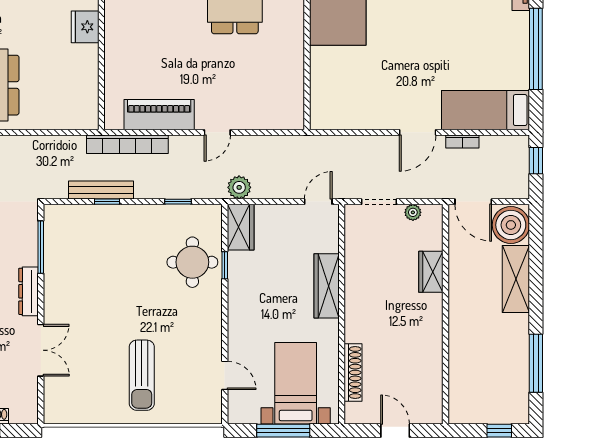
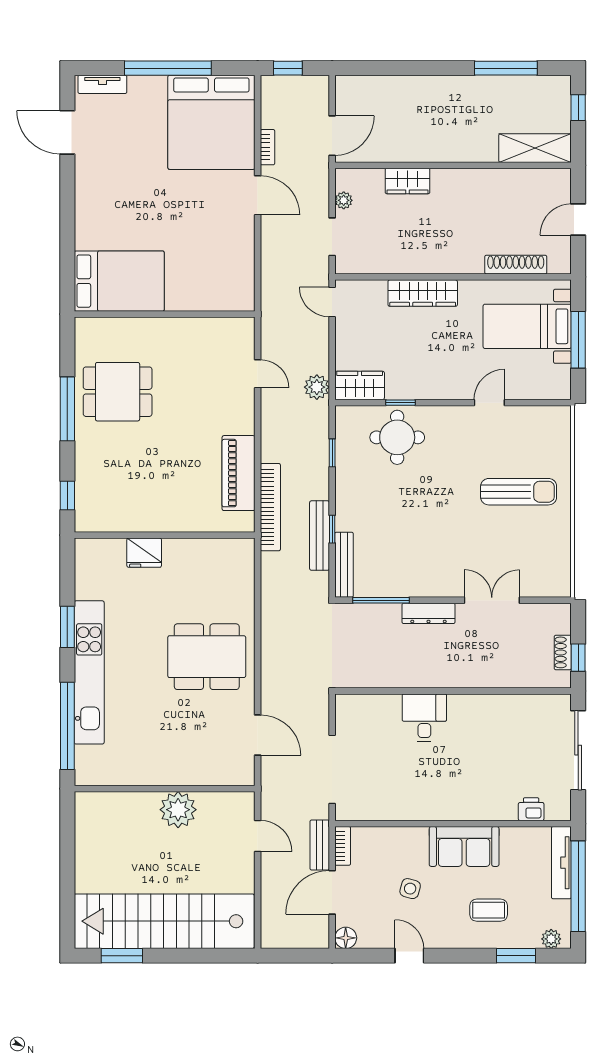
bed: (485, 110) -> (211, 122), width x2.04
door: (217, 132) -> (258, 374), moved
bench: (74, 213) -> (344, 565), added
boiler: (511, 225) -> (357, 95), removed
shelving: (516, 279) -> (535, 148), moved
door: (225, 375) -> (489, 403), moved

